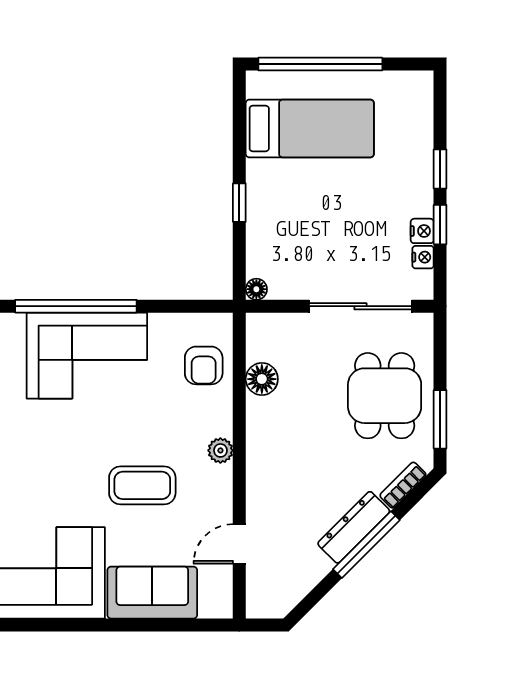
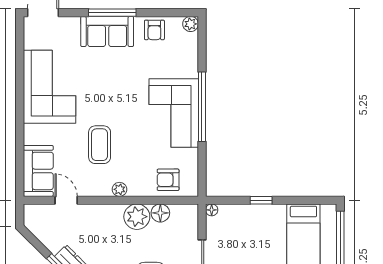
plant: (268, 420) -> (137, 217), added
sofa: (152, 593) -> (38, 171), moved

